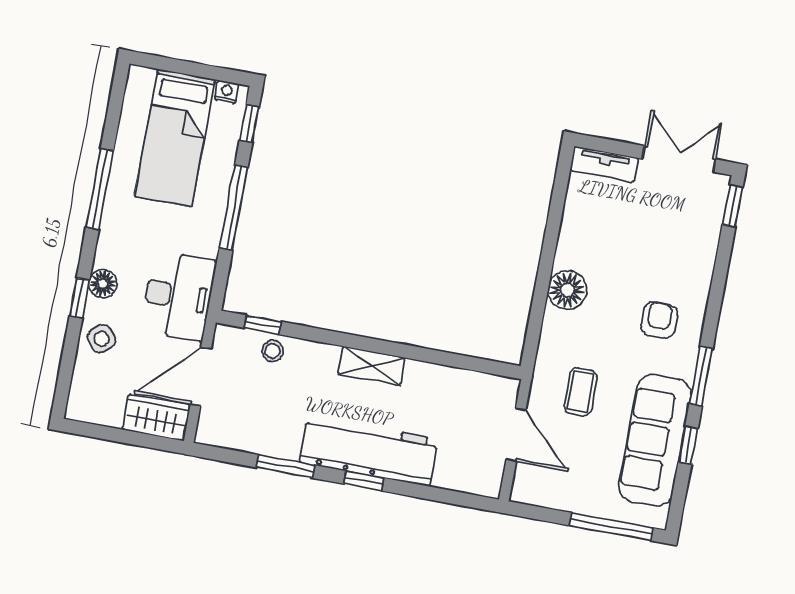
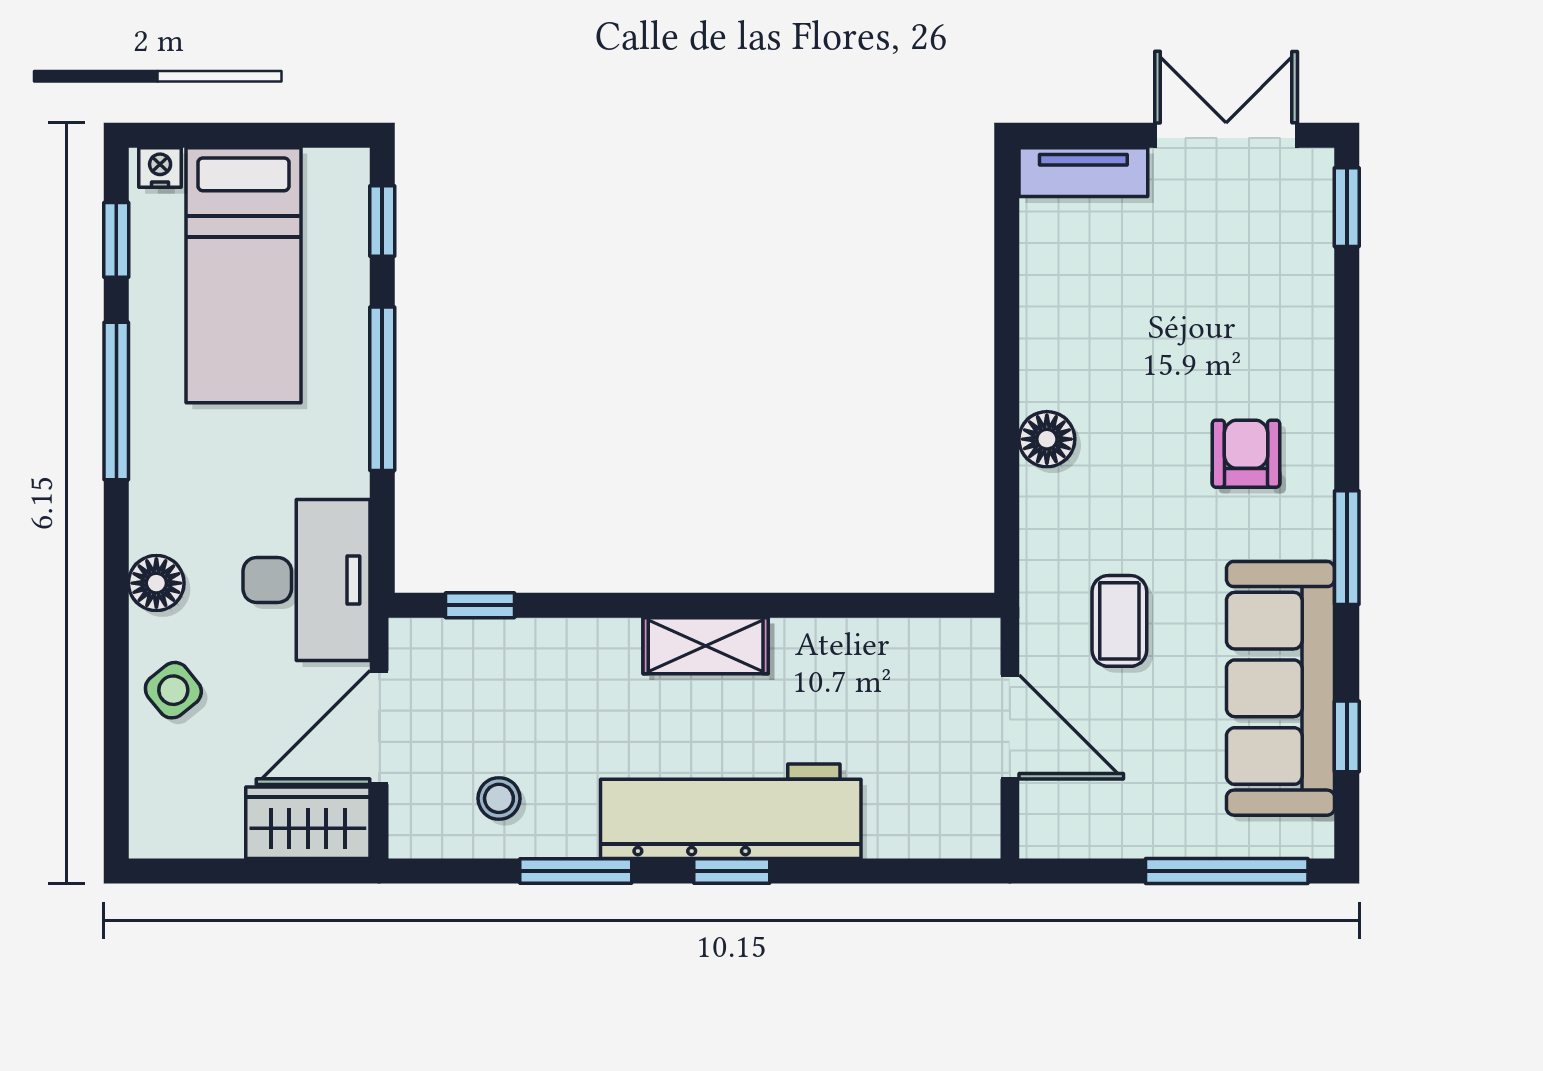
nightstand: (227, 92) -> (160, 167), moved
floor lamp: (567, 290) -> (1047, 439), width x0.73, depth x0.73
window: (79, 298) -> (116, 240), moved
stool: (273, 351) -> (499, 798), moved
window: (688, 445) -> (1347, 736), moved

